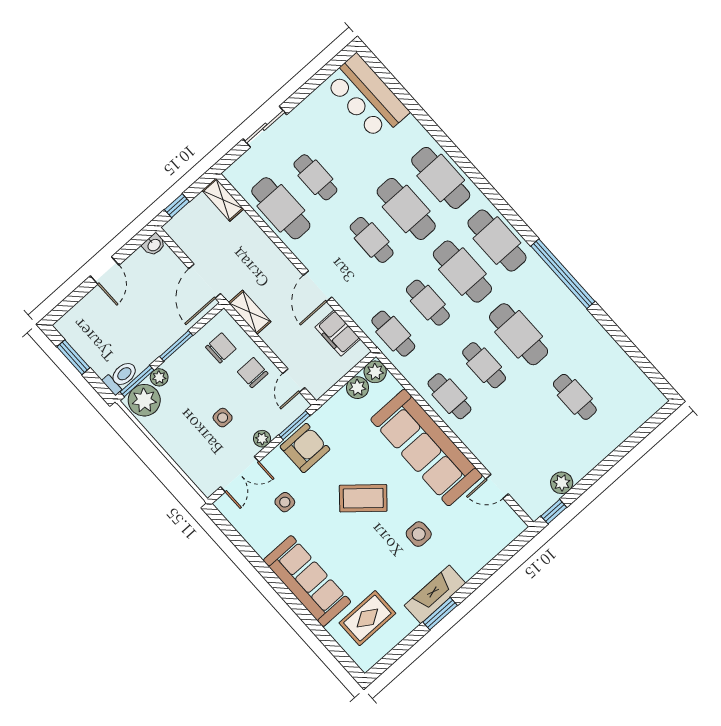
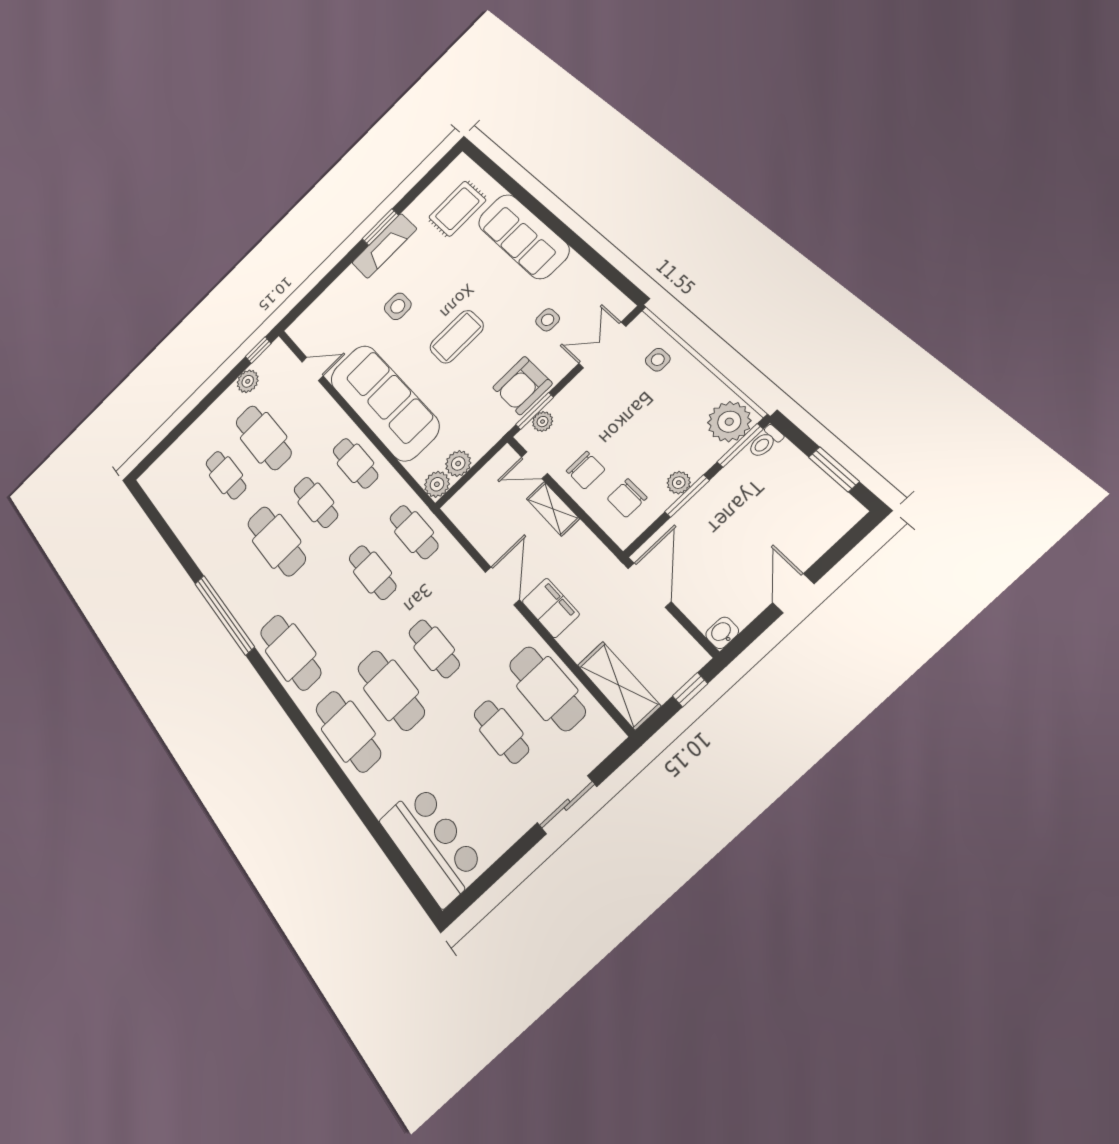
shelving: (223, 200) -> (619, 685), width x1.50, depth x1.33
cafe table: (462, 272) -> (263, 438), moved
shelving: (250, 312) -> (553, 509), moved
filing cabinet: (338, 333) -> (551, 608), moved
toilet: (121, 377) -> (765, 442), width x0.73, depth x0.72
plant: (159, 377) -> (679, 483), moved
door: (294, 380) -> (534, 465), swing flipped
side table: (223, 418) -> (658, 360), moved
plant: (262, 439) -> (543, 422), moved
coffee table: (363, 498) -> (457, 337), turned -41

